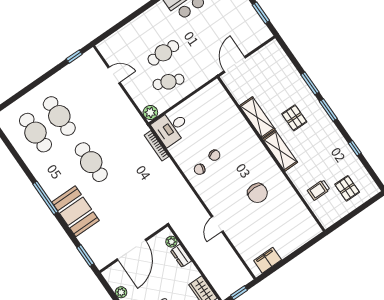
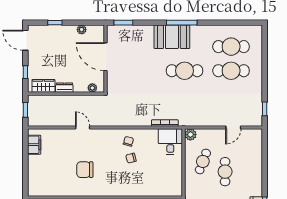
booth: (75, 211) -> (172, 37), moved
dresser: (181, 256) -> (64, 88), moved

